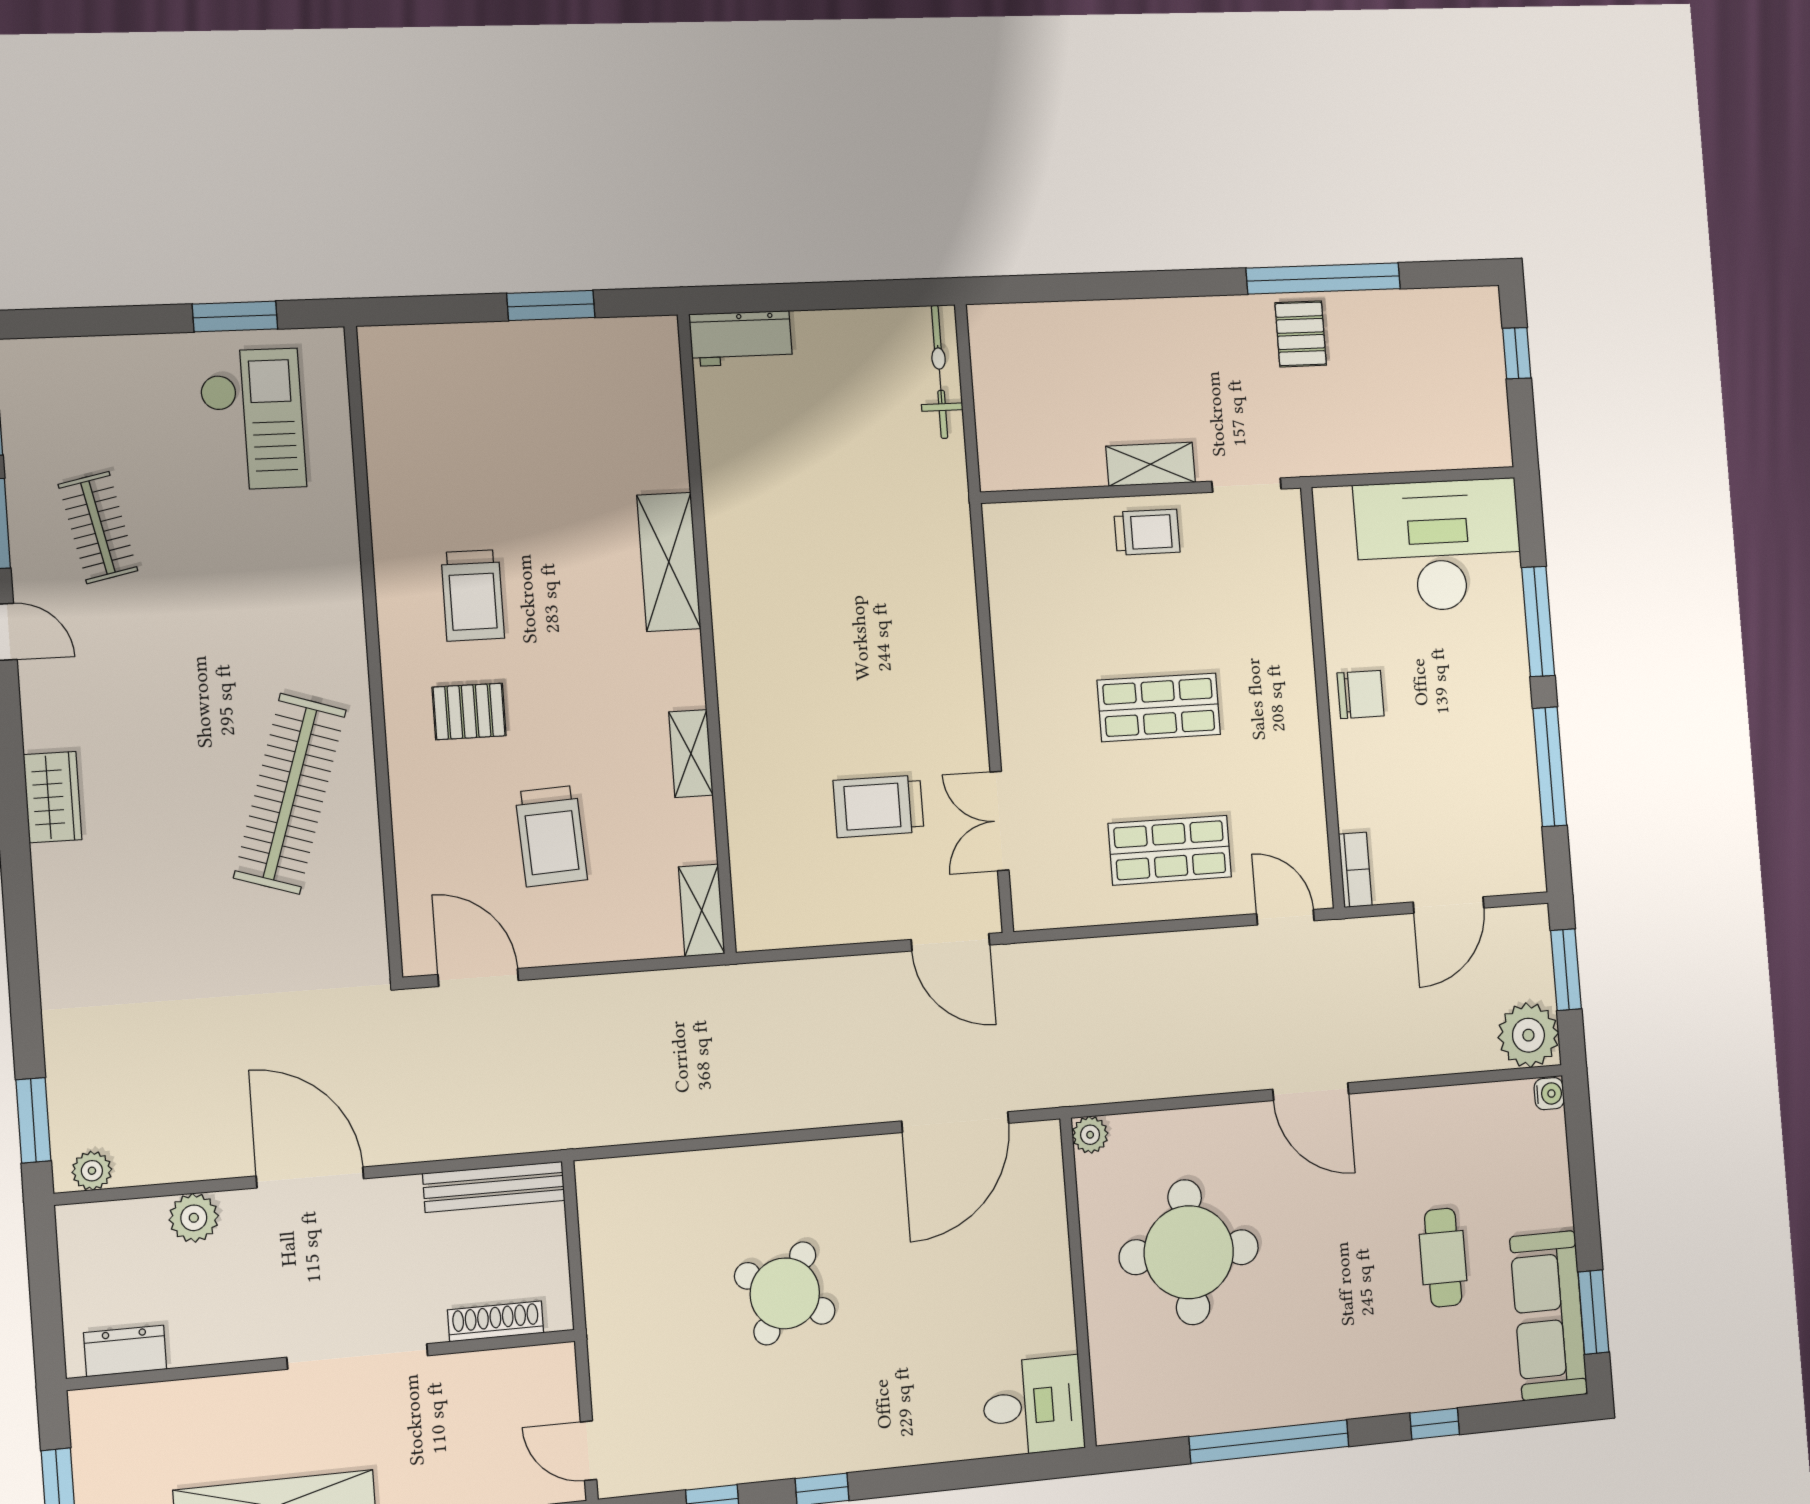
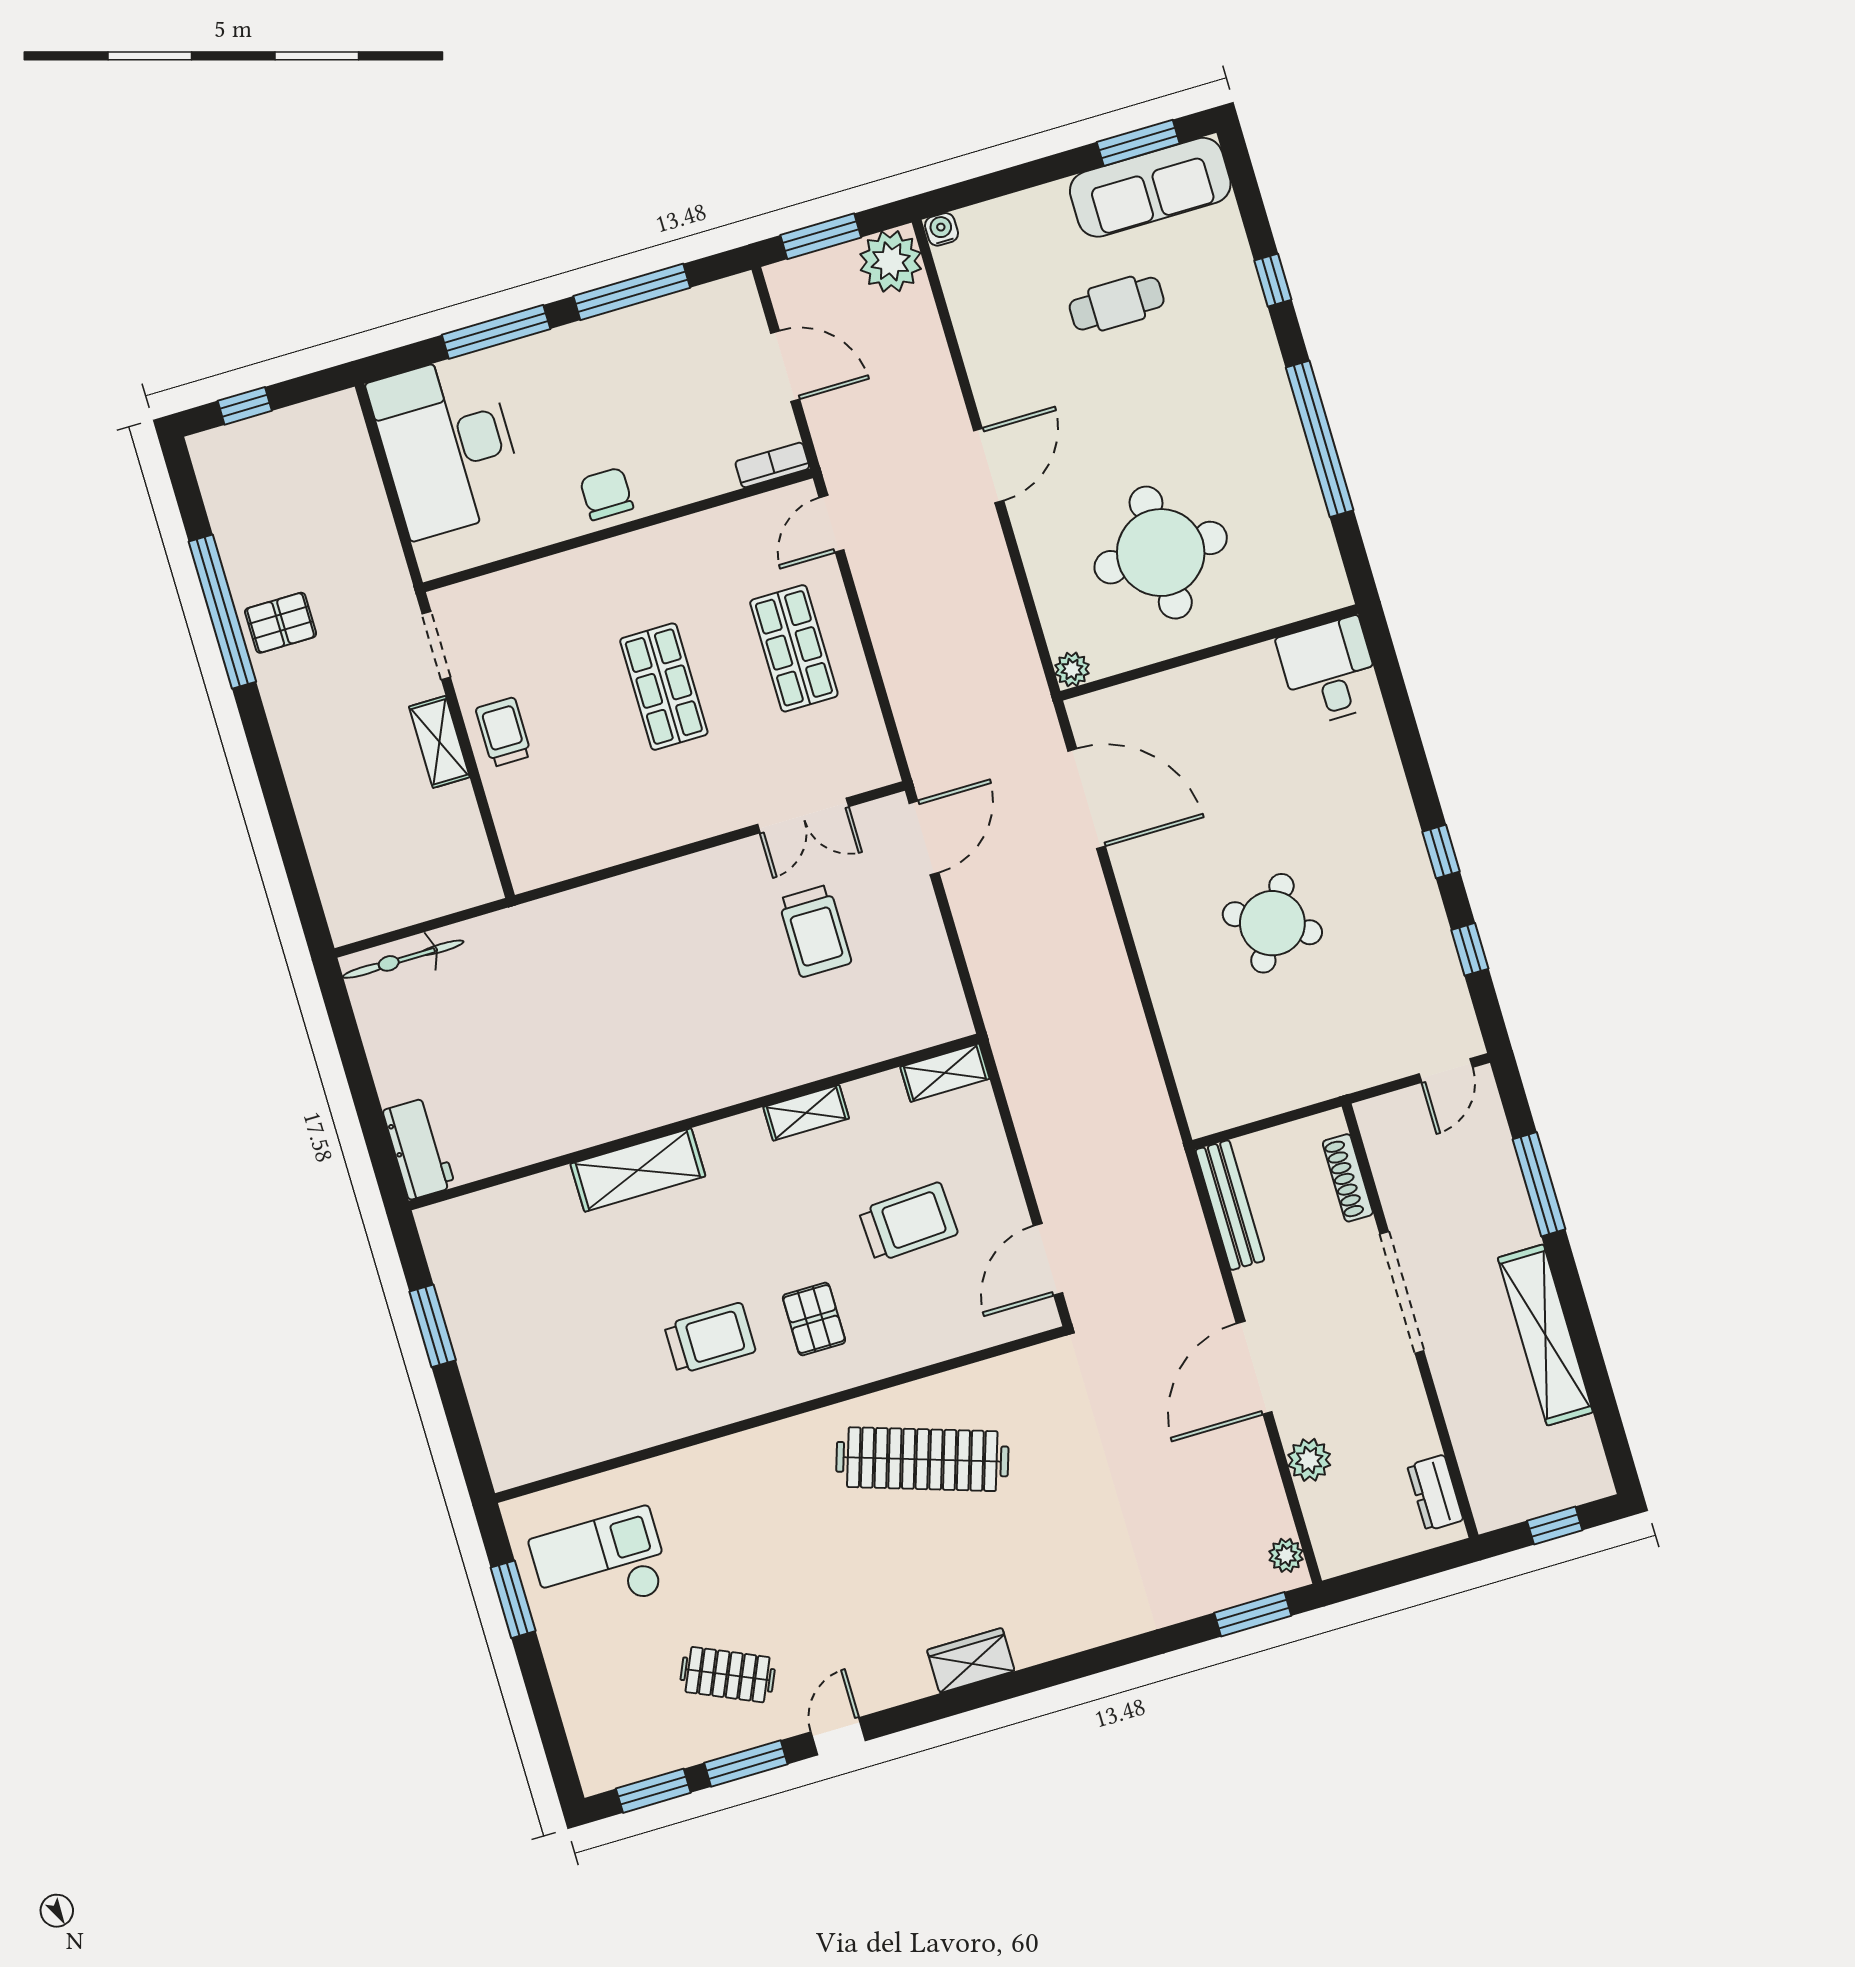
clothes rail: (98, 527) -> (728, 1675), turned 36

